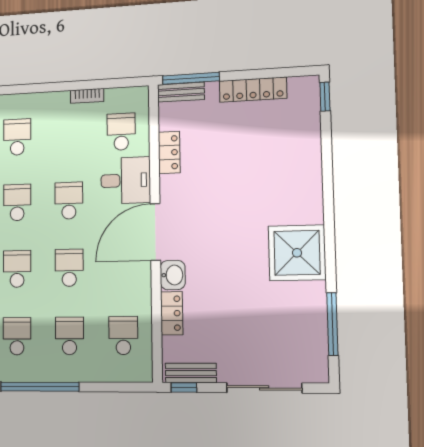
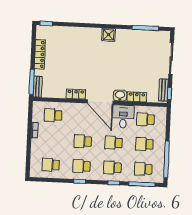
locker: (169, 152) -> (76, 94), moved
desk: (126, 180) -> (123, 116), moved
shower: (297, 253) -> (109, 35), width x0.54, depth x0.54

